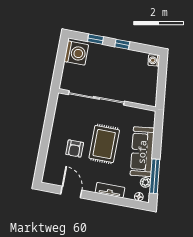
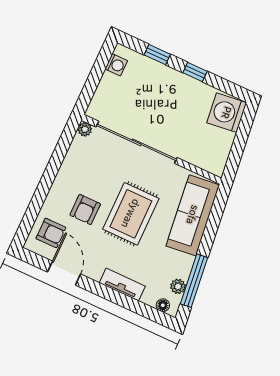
washing machine: (76, 53) -> (116, 65), width x0.53, depth x0.53
washing machine: (154, 60) -> (227, 113), width x1.89, depth x1.89
plant: (62, 98) -> (85, 129), added
sofa: (142, 152) -> (193, 215), moved
armchair: (57, 169) -> (51, 233), added

